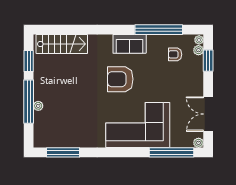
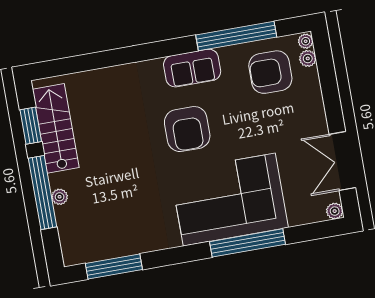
stairs: (62, 44) -> (56, 128), moved, turned -90
armchair: (175, 54) -> (270, 72), width x1.88, depth x1.88
window: (208, 61) -> (327, 73), removed
armchair: (120, 79) -> (187, 129), turned -90
window: (172, 152) -> (247, 243), moved

